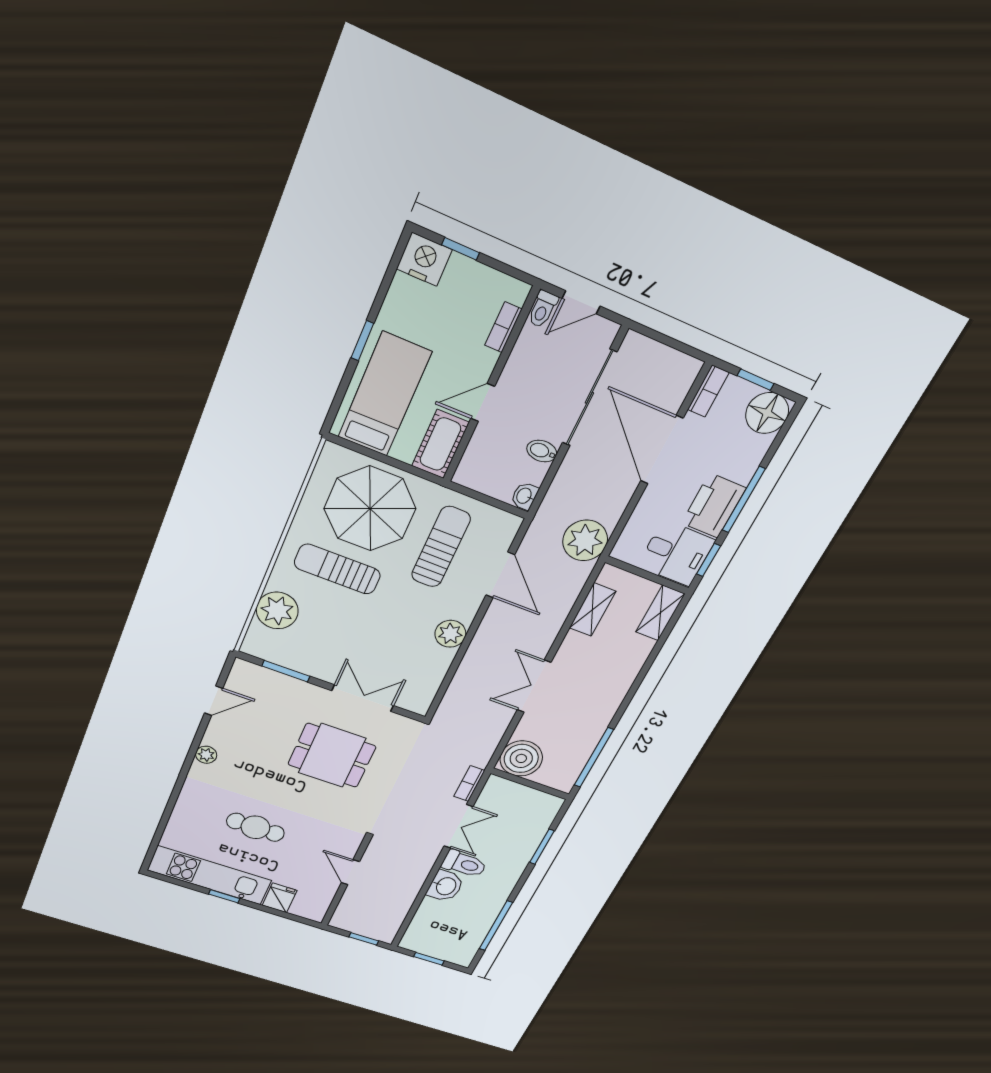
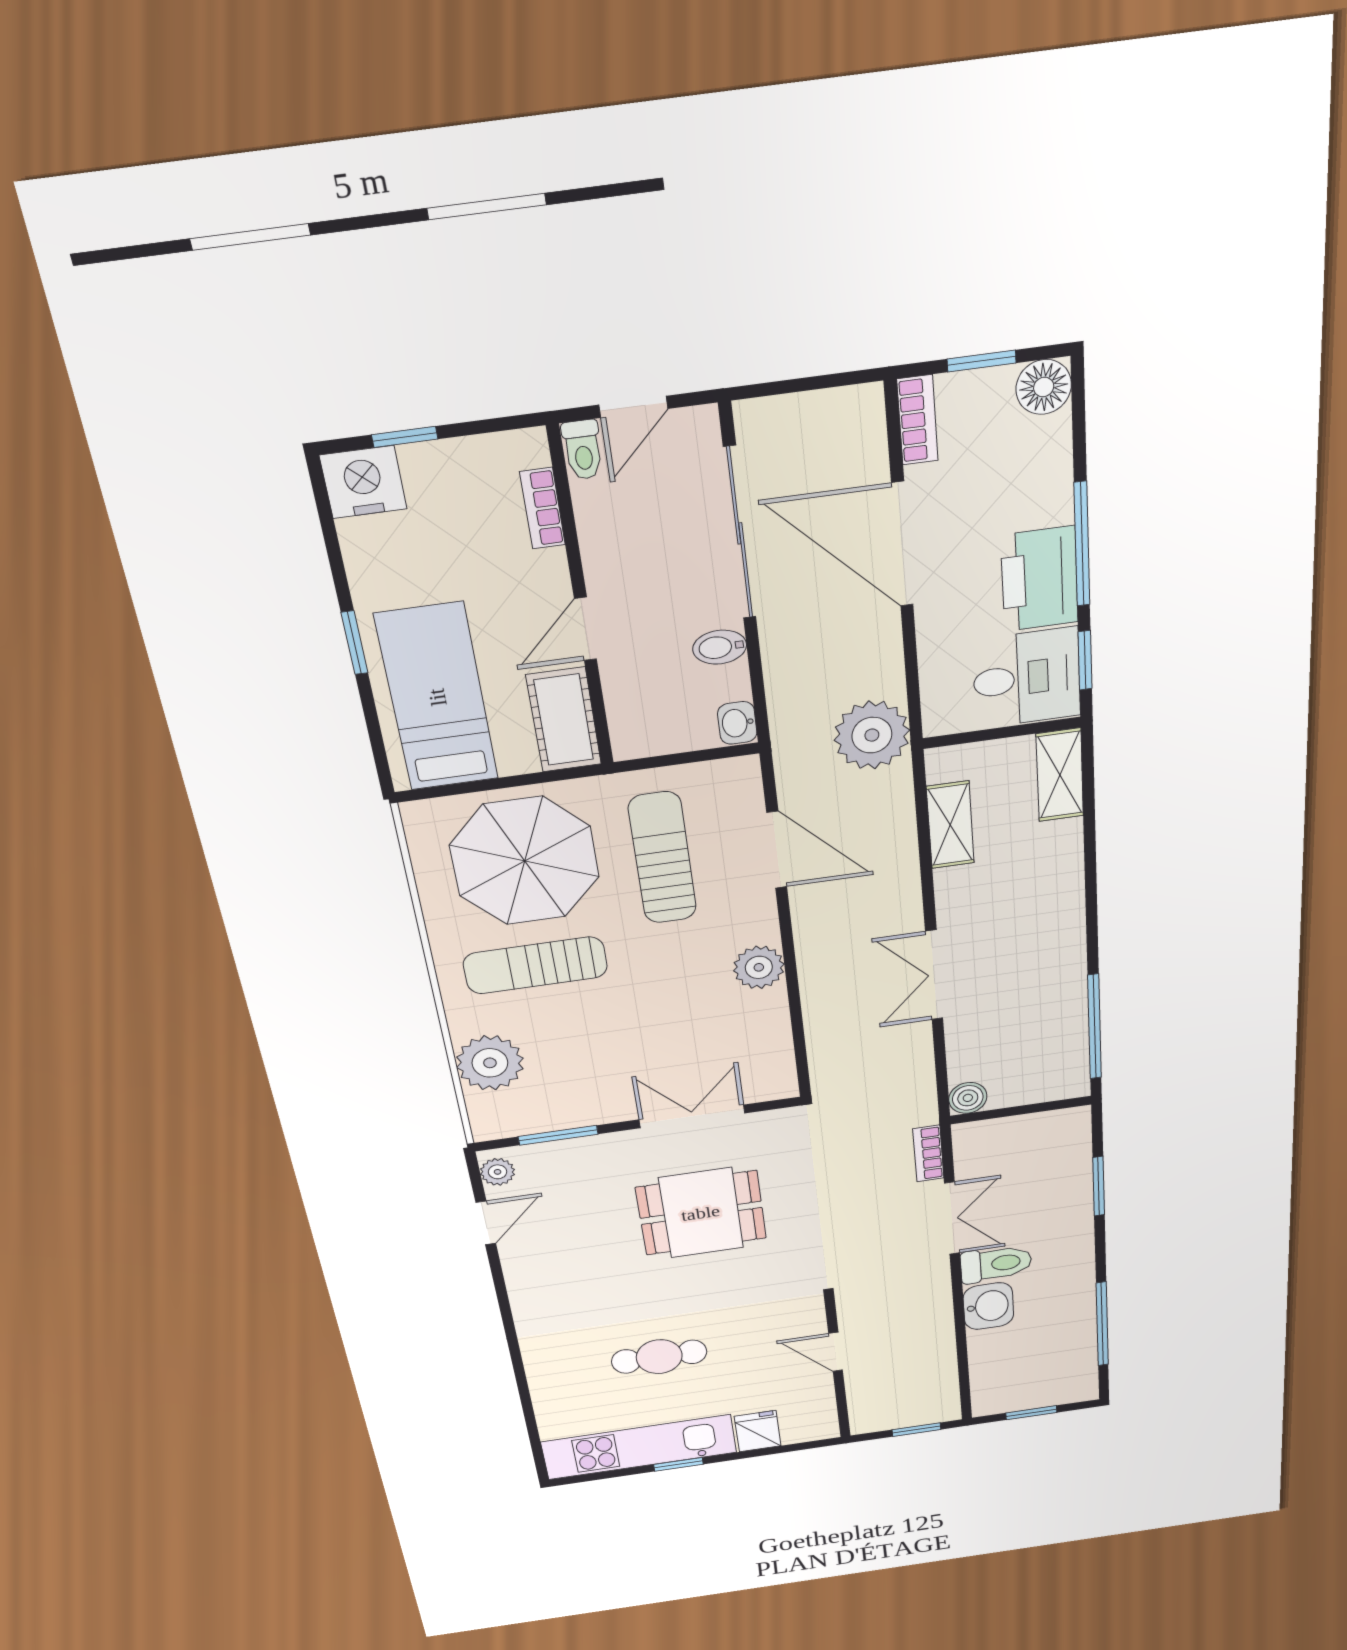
floor lamp: (767, 413) -> (1044, 387), width x0.73, depth x0.73
plant: (206, 755) -> (498, 1172), moved
boiler: (521, 758) -> (968, 1098), width x0.54, depth x0.54

